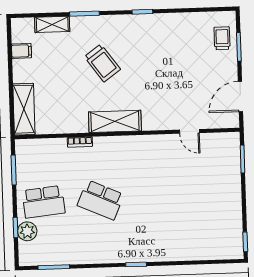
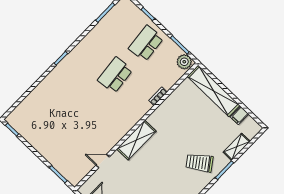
trolley: (102, 63) -> (200, 163), moved
shelving: (24, 109) -> (213, 91), width x1.47
shelving: (115, 121) -> (136, 140), moved
school desk: (101, 200) -> (115, 75), turned -30
plant: (27, 231) -> (184, 62), moved

